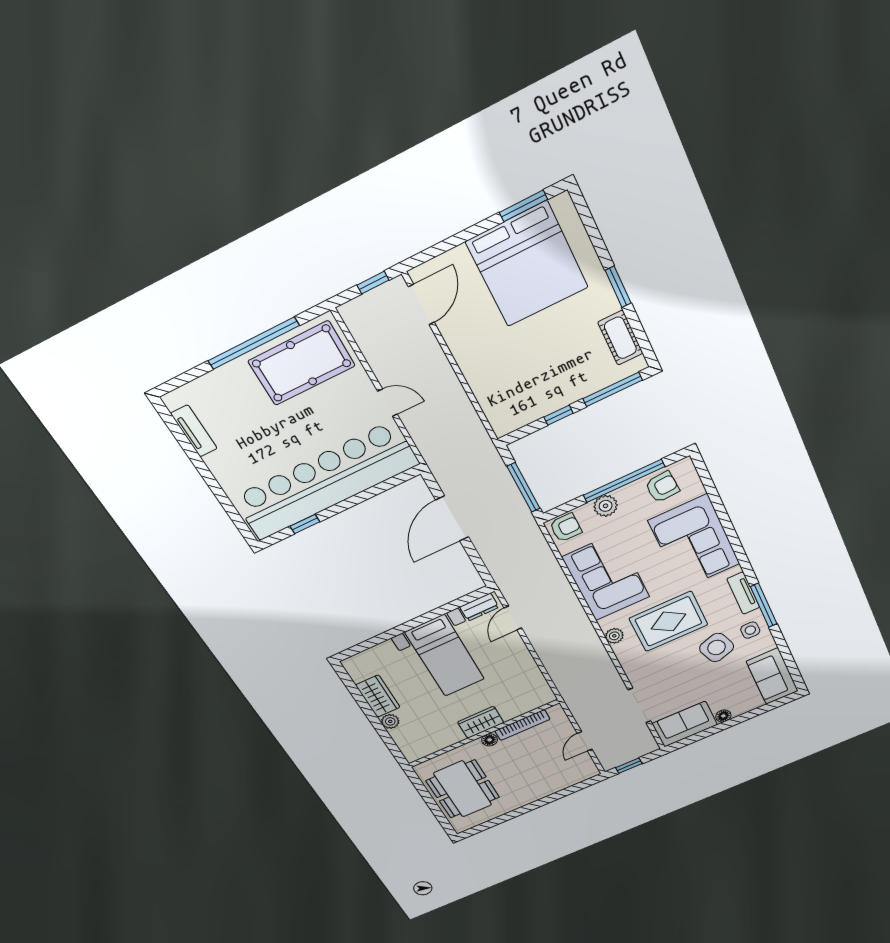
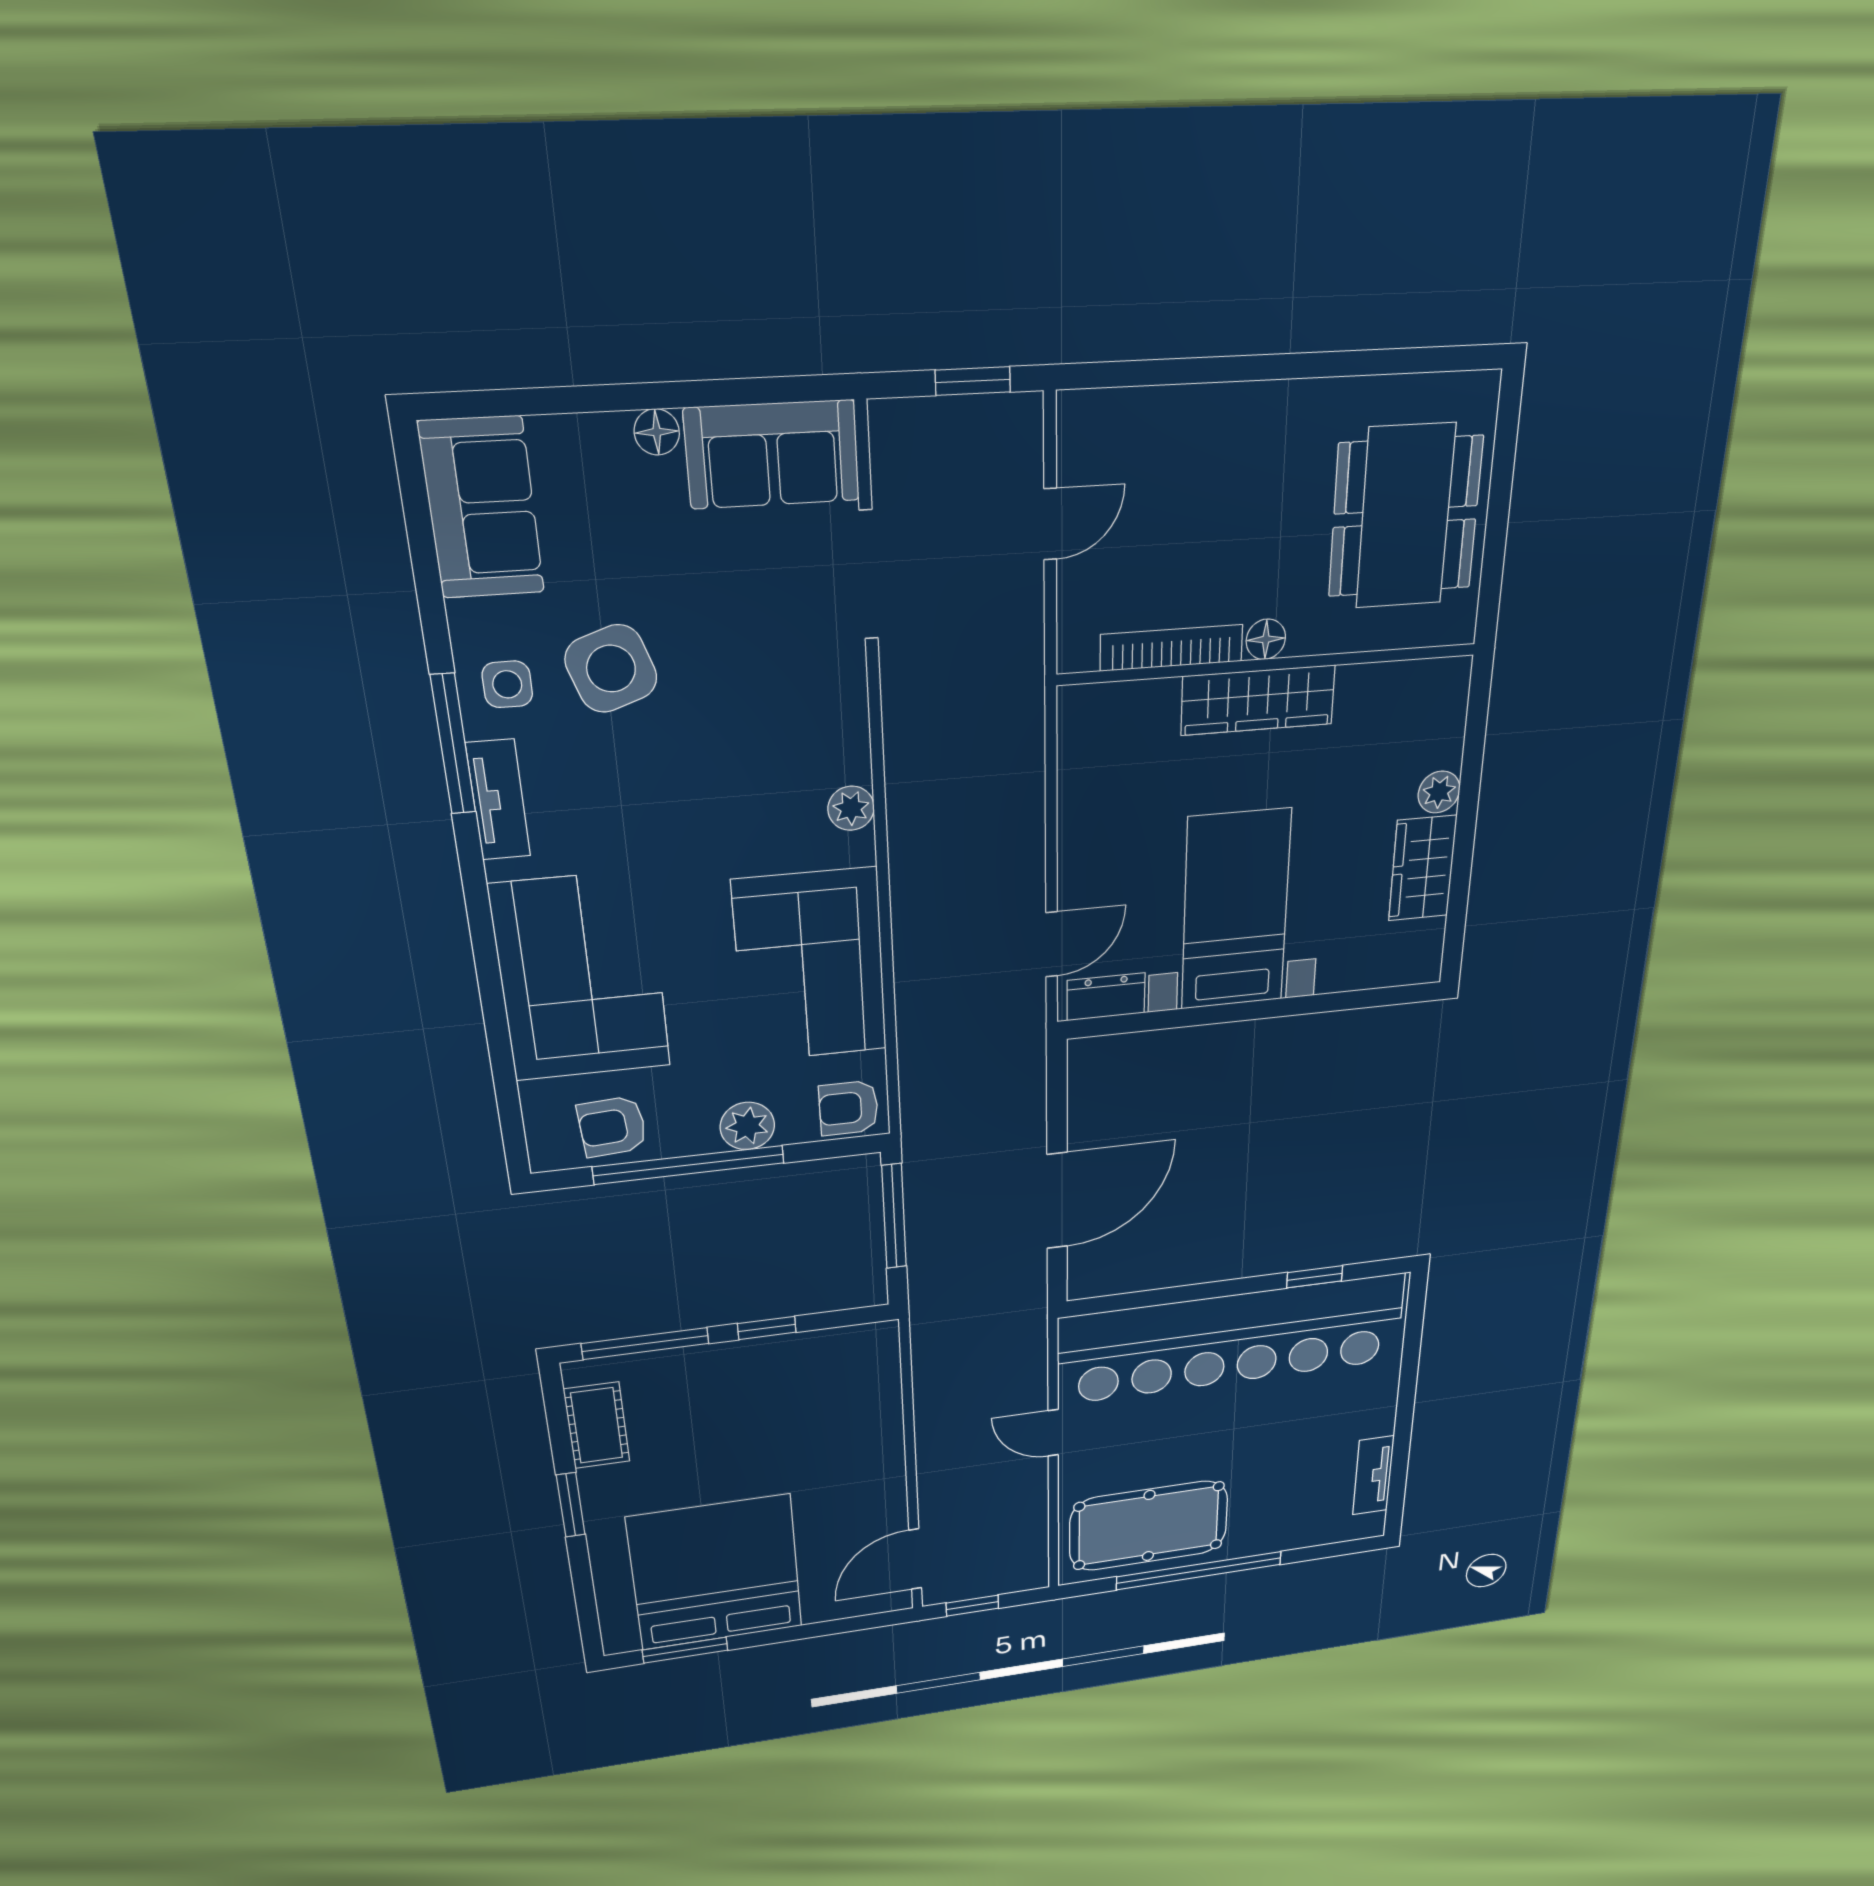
rug: (668, 621) -> (709, 795), removed
wardrobe: (481, 722) -> (1258, 700), width x1.50

